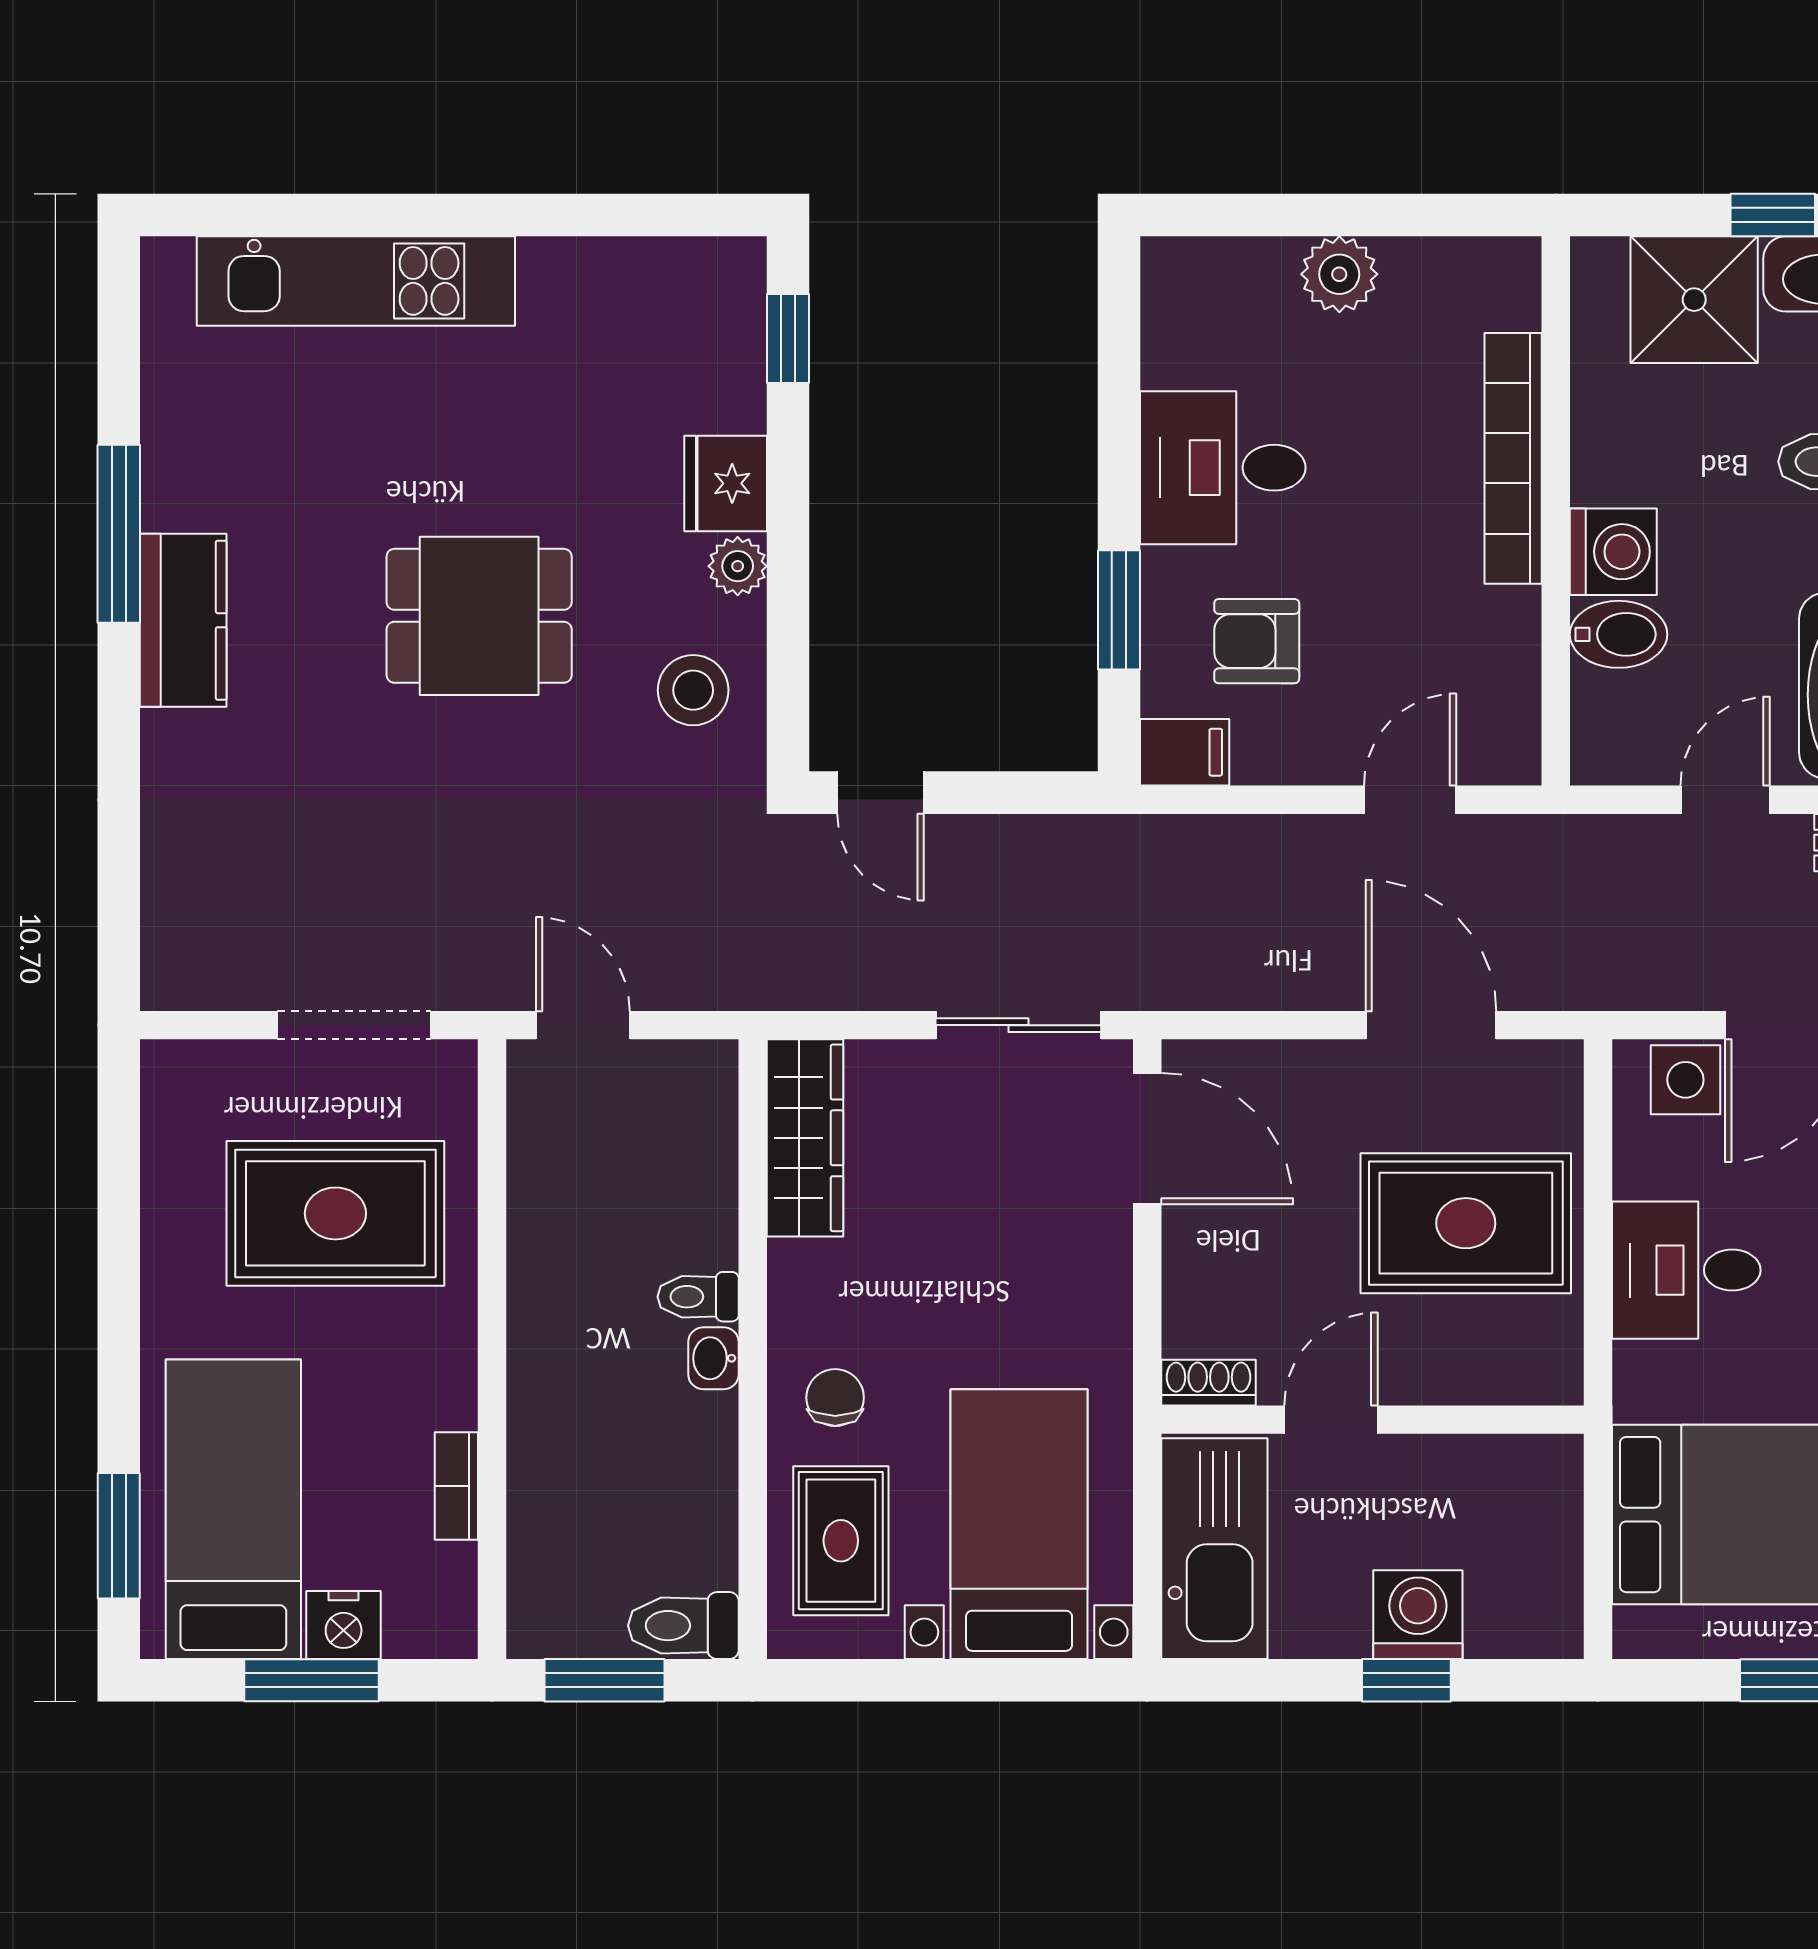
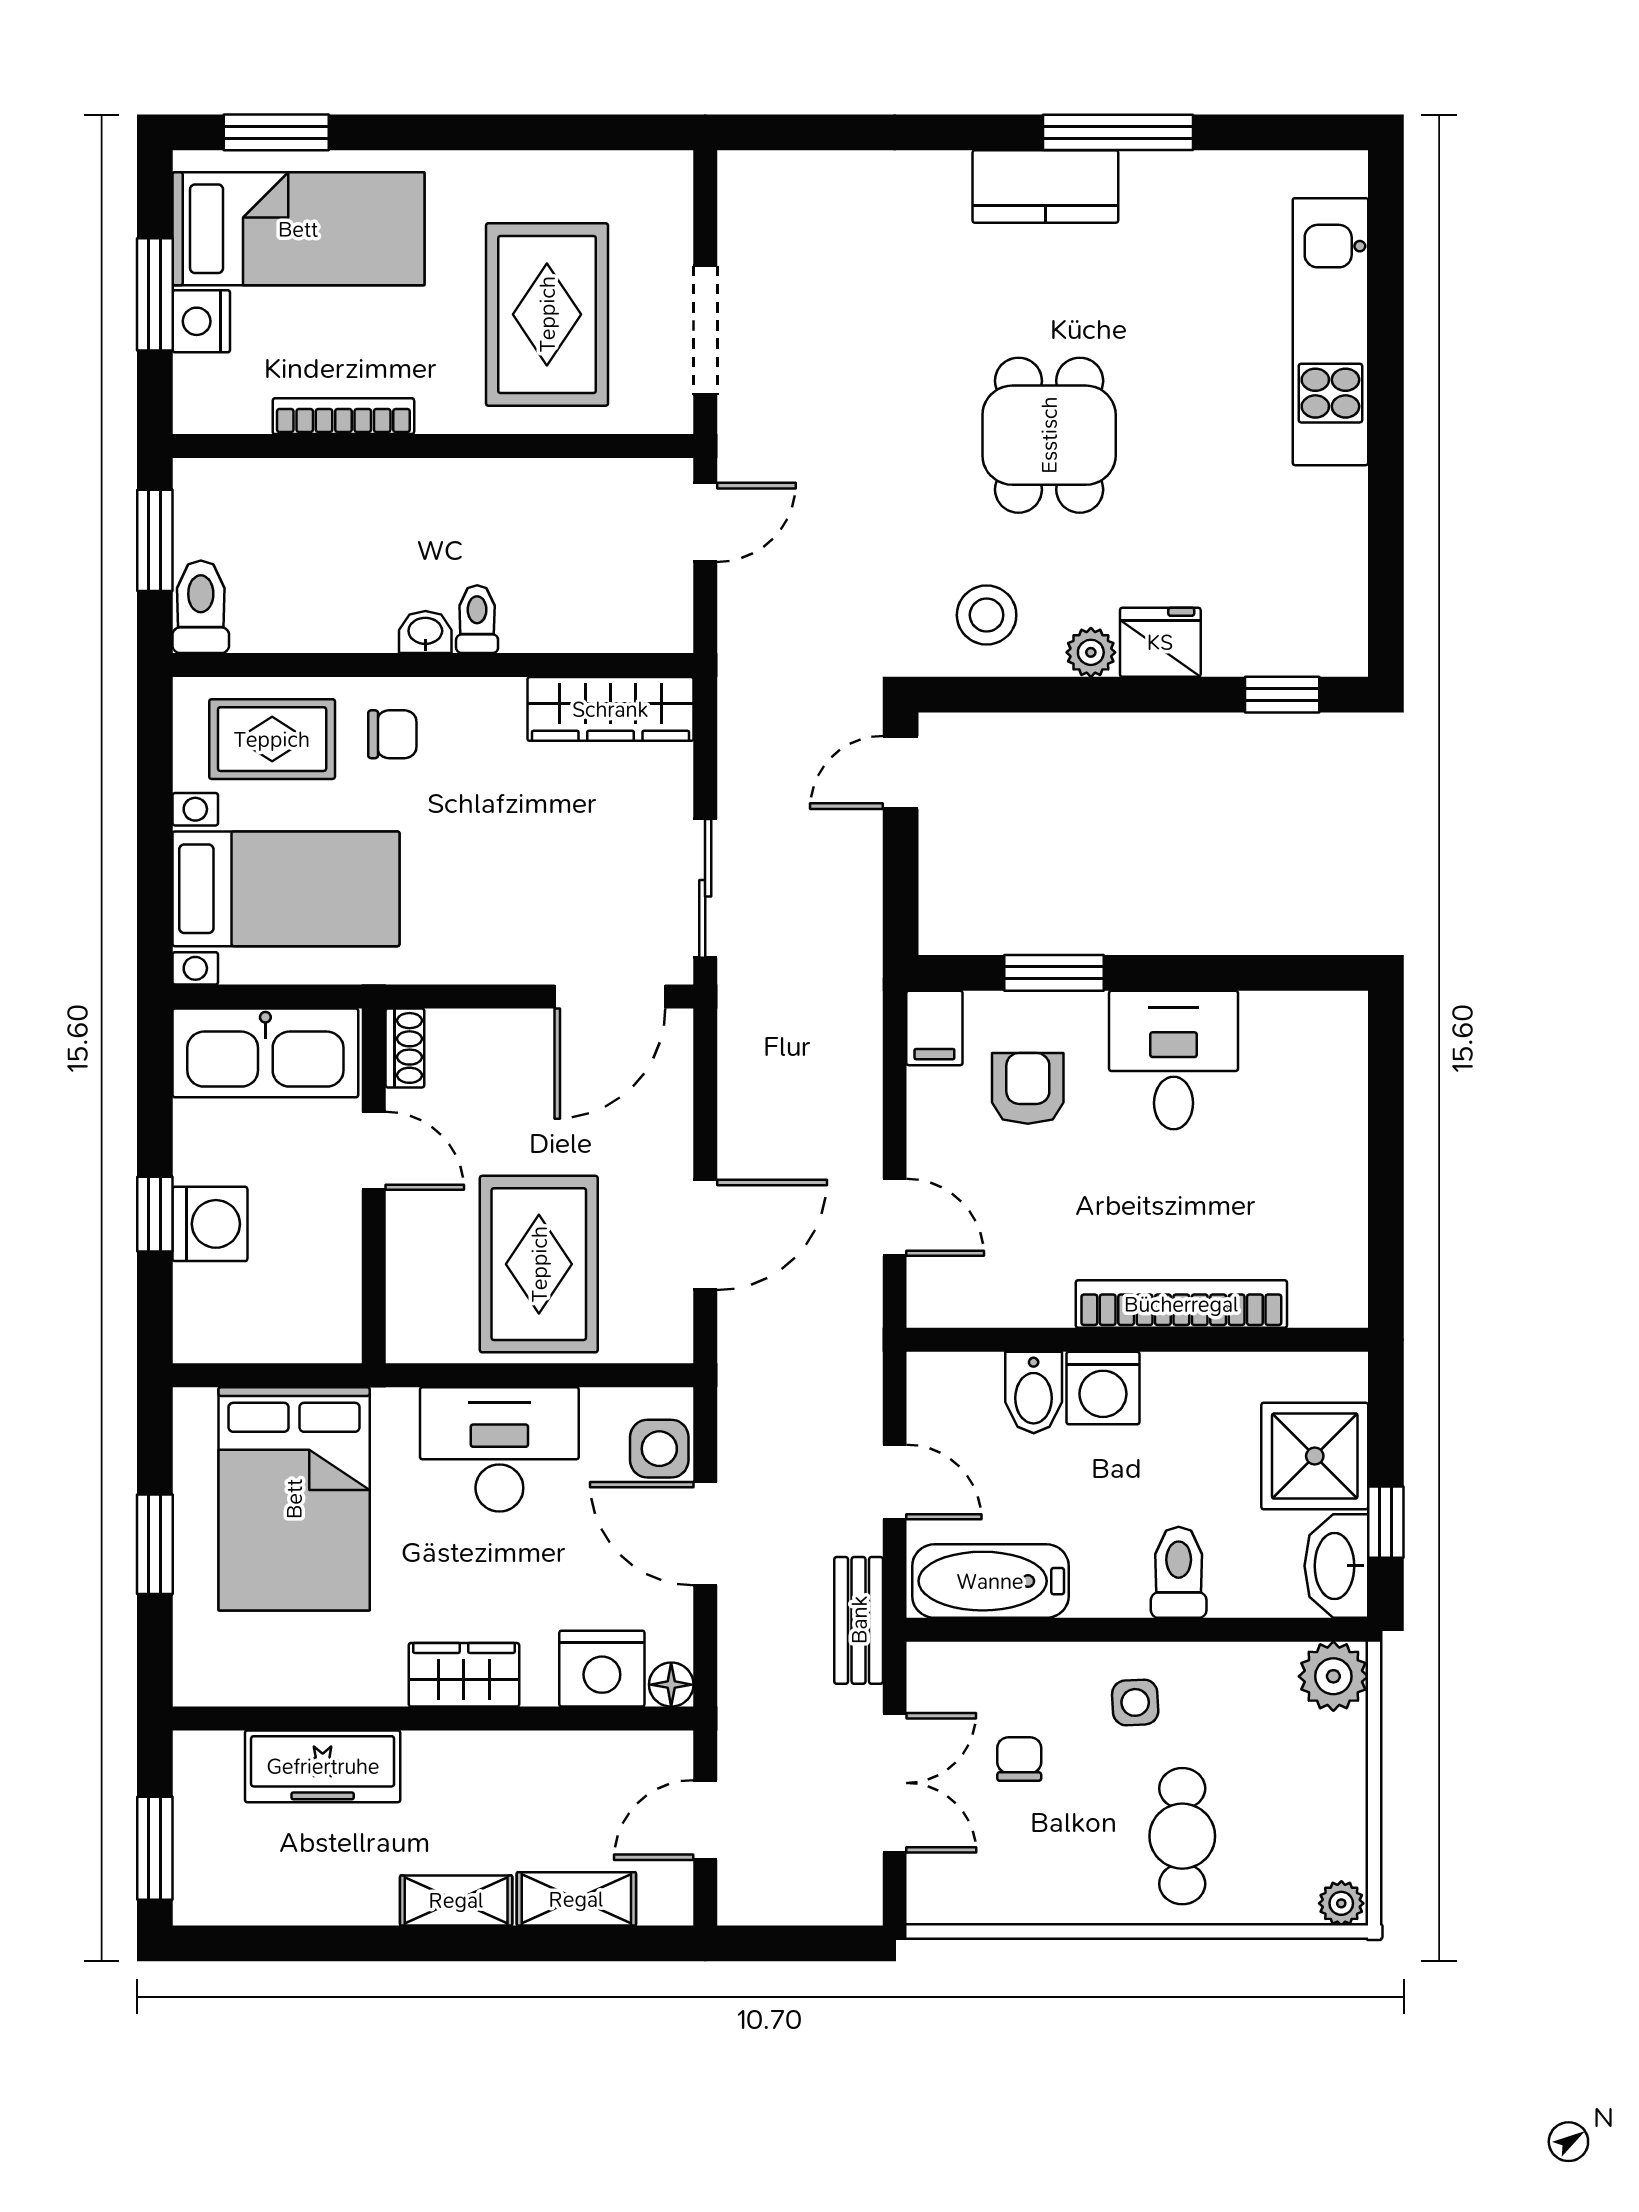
plant: (1339, 274) -> (1336, 1158), removed
desk: (1686, 1270) -> (499, 1449), width x1.37
bookcase: (456, 1486) -> (343, 416), width x1.56

